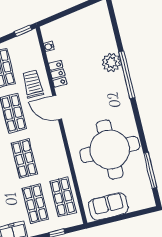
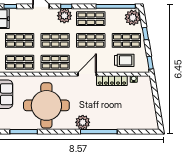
plant: (111, 62) -> (83, 122), moved
locker: (58, 74) -> (112, 81), width x1.53
trolley: (33, 84) -> (124, 60), moved
shop shelf: (52, 152) -> (55, 62), added

